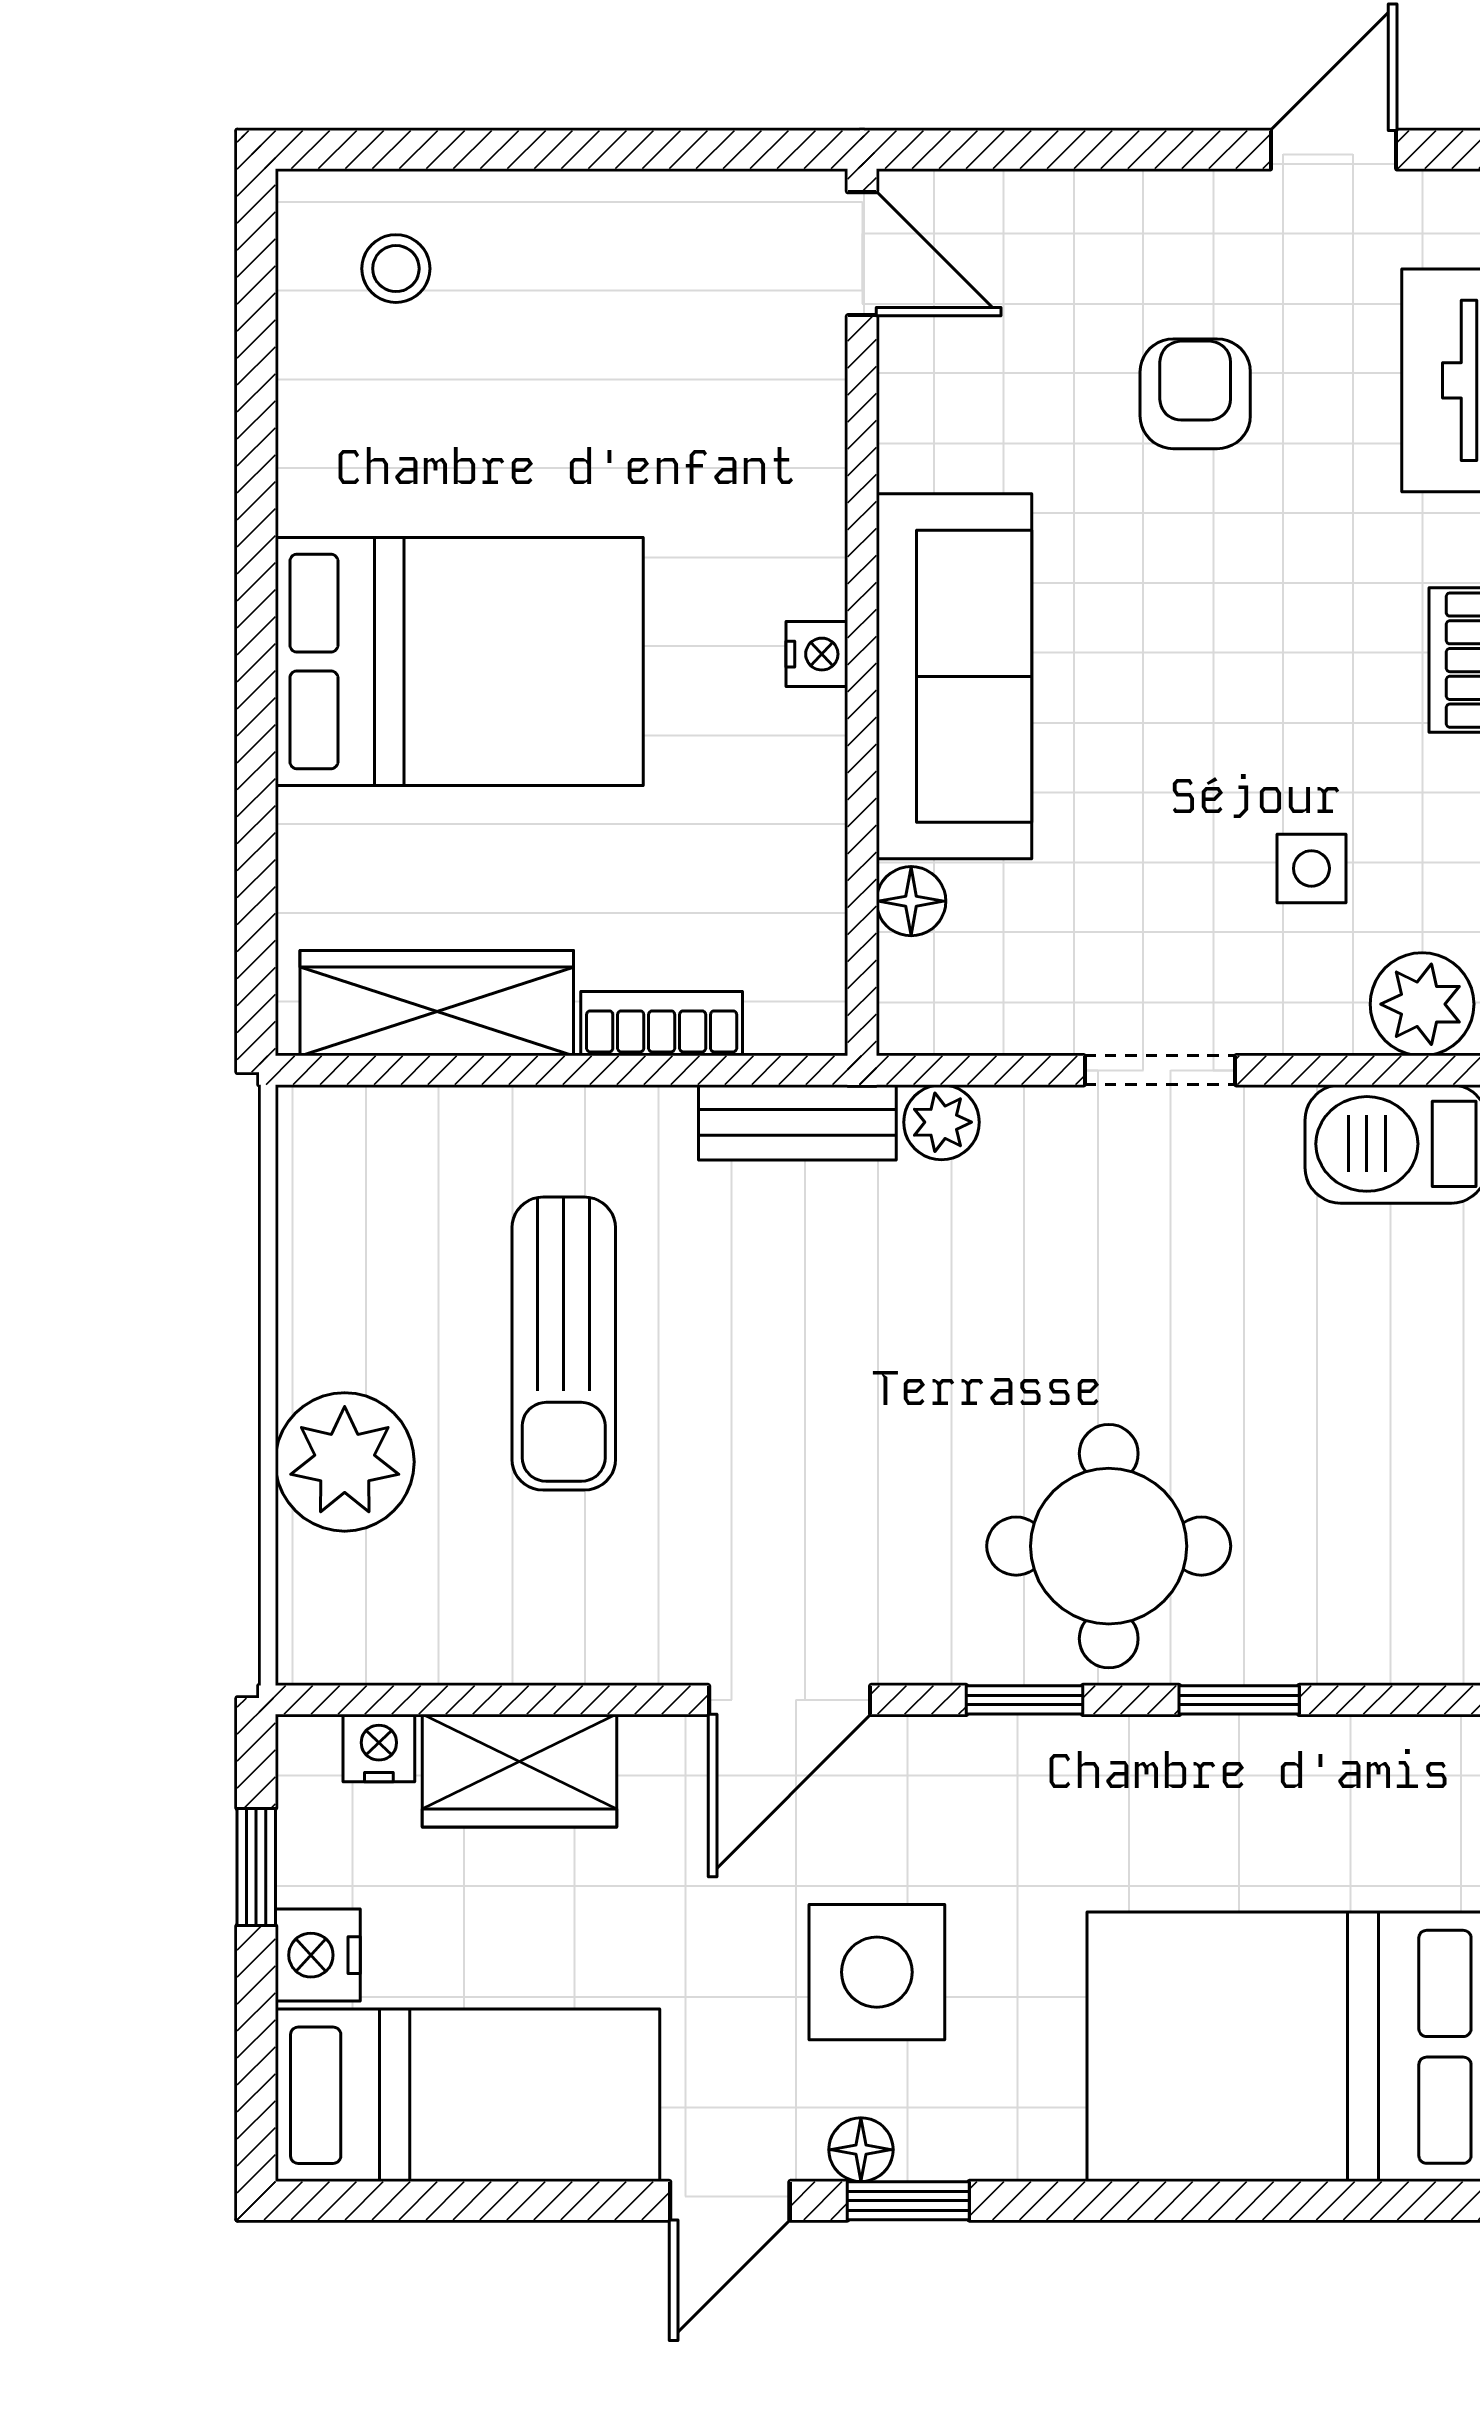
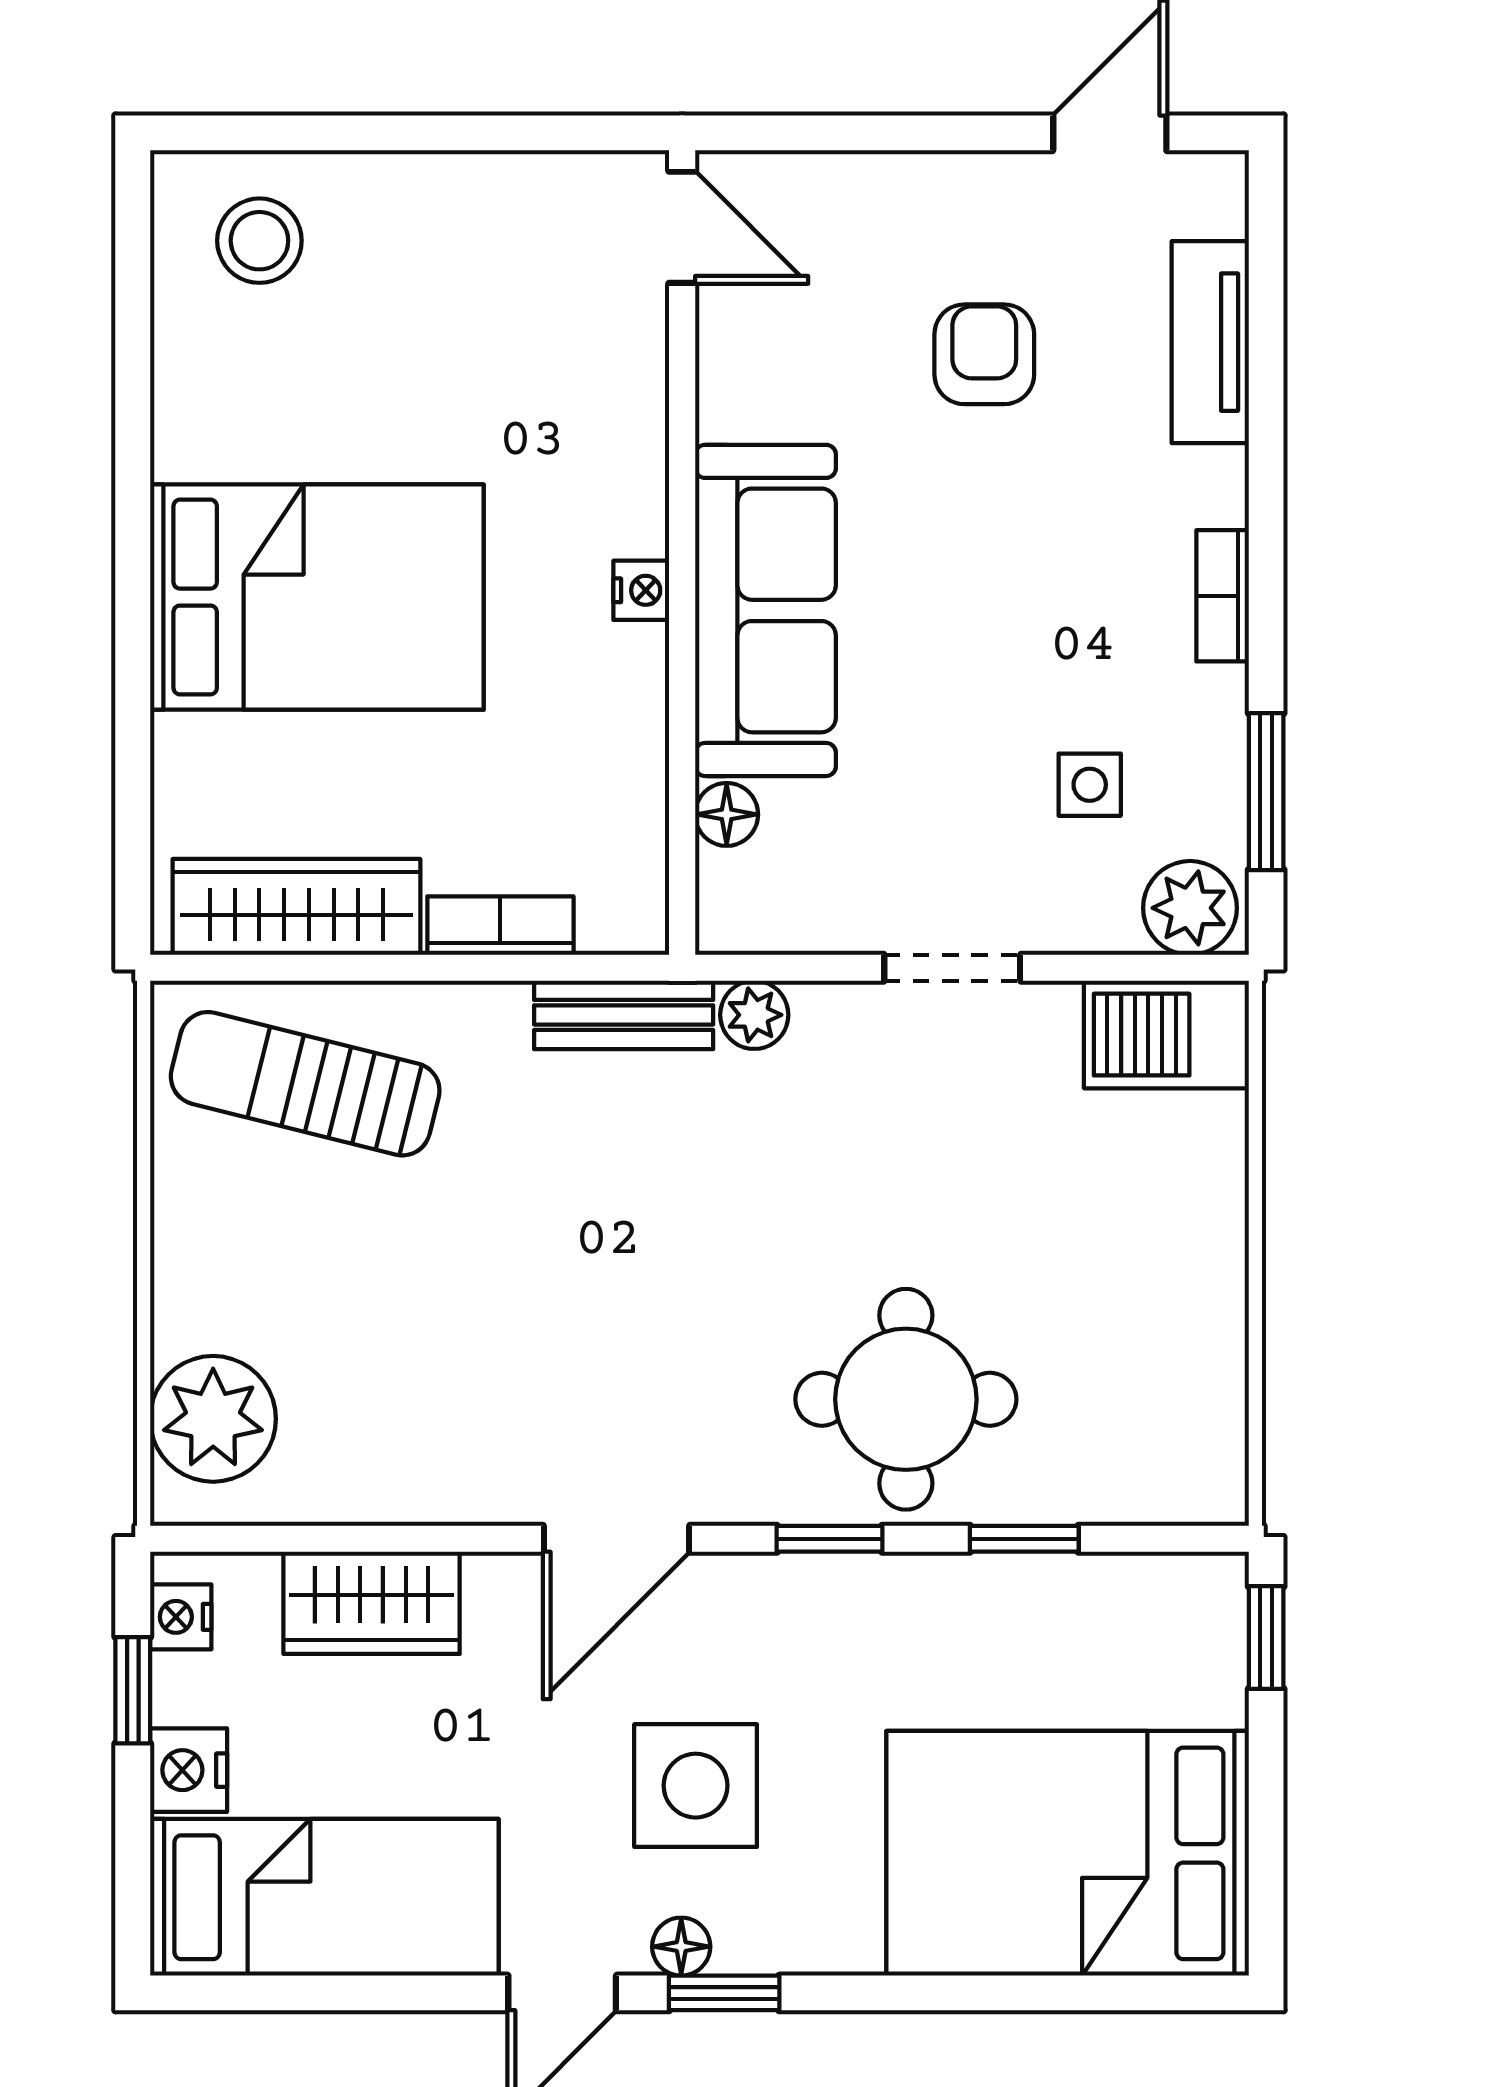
stool: (396, 269) -> (259, 241), width x1.37, depth x1.37
sun lounger: (564, 1344) -> (305, 1084), moved, turned 104
plant: (345, 1462) -> (213, 1419), moved
nightstand: (379, 1748) -> (181, 1617), moved, turned -90

